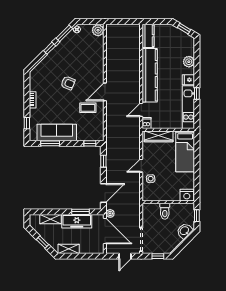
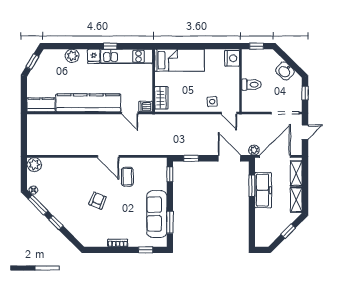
wardrobe: (159, 136) -> (161, 98), width x0.67
door: (141, 166) -> (229, 113), moved
shelving: (50, 219) -> (296, 173), moved
washbasin: (185, 231) -> (285, 71), moved
door: (125, 256) -> (305, 132), hinge flipped

